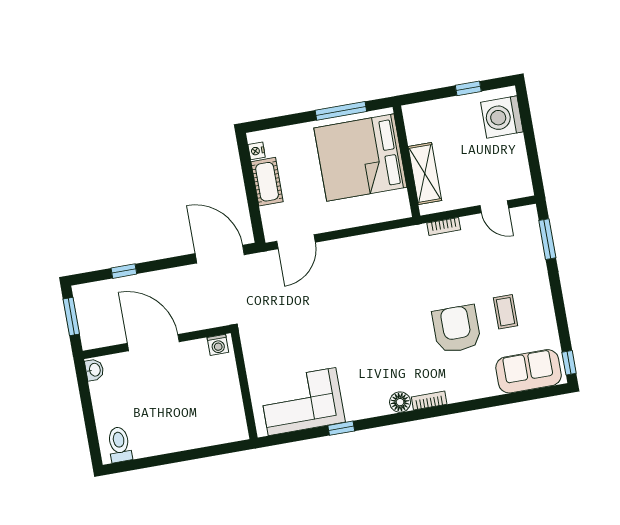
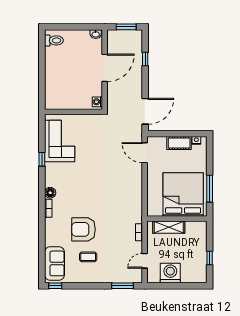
washing machine: (502, 117) -> (170, 273), moved
armchair: (457, 329) -> (84, 229), turned 180

